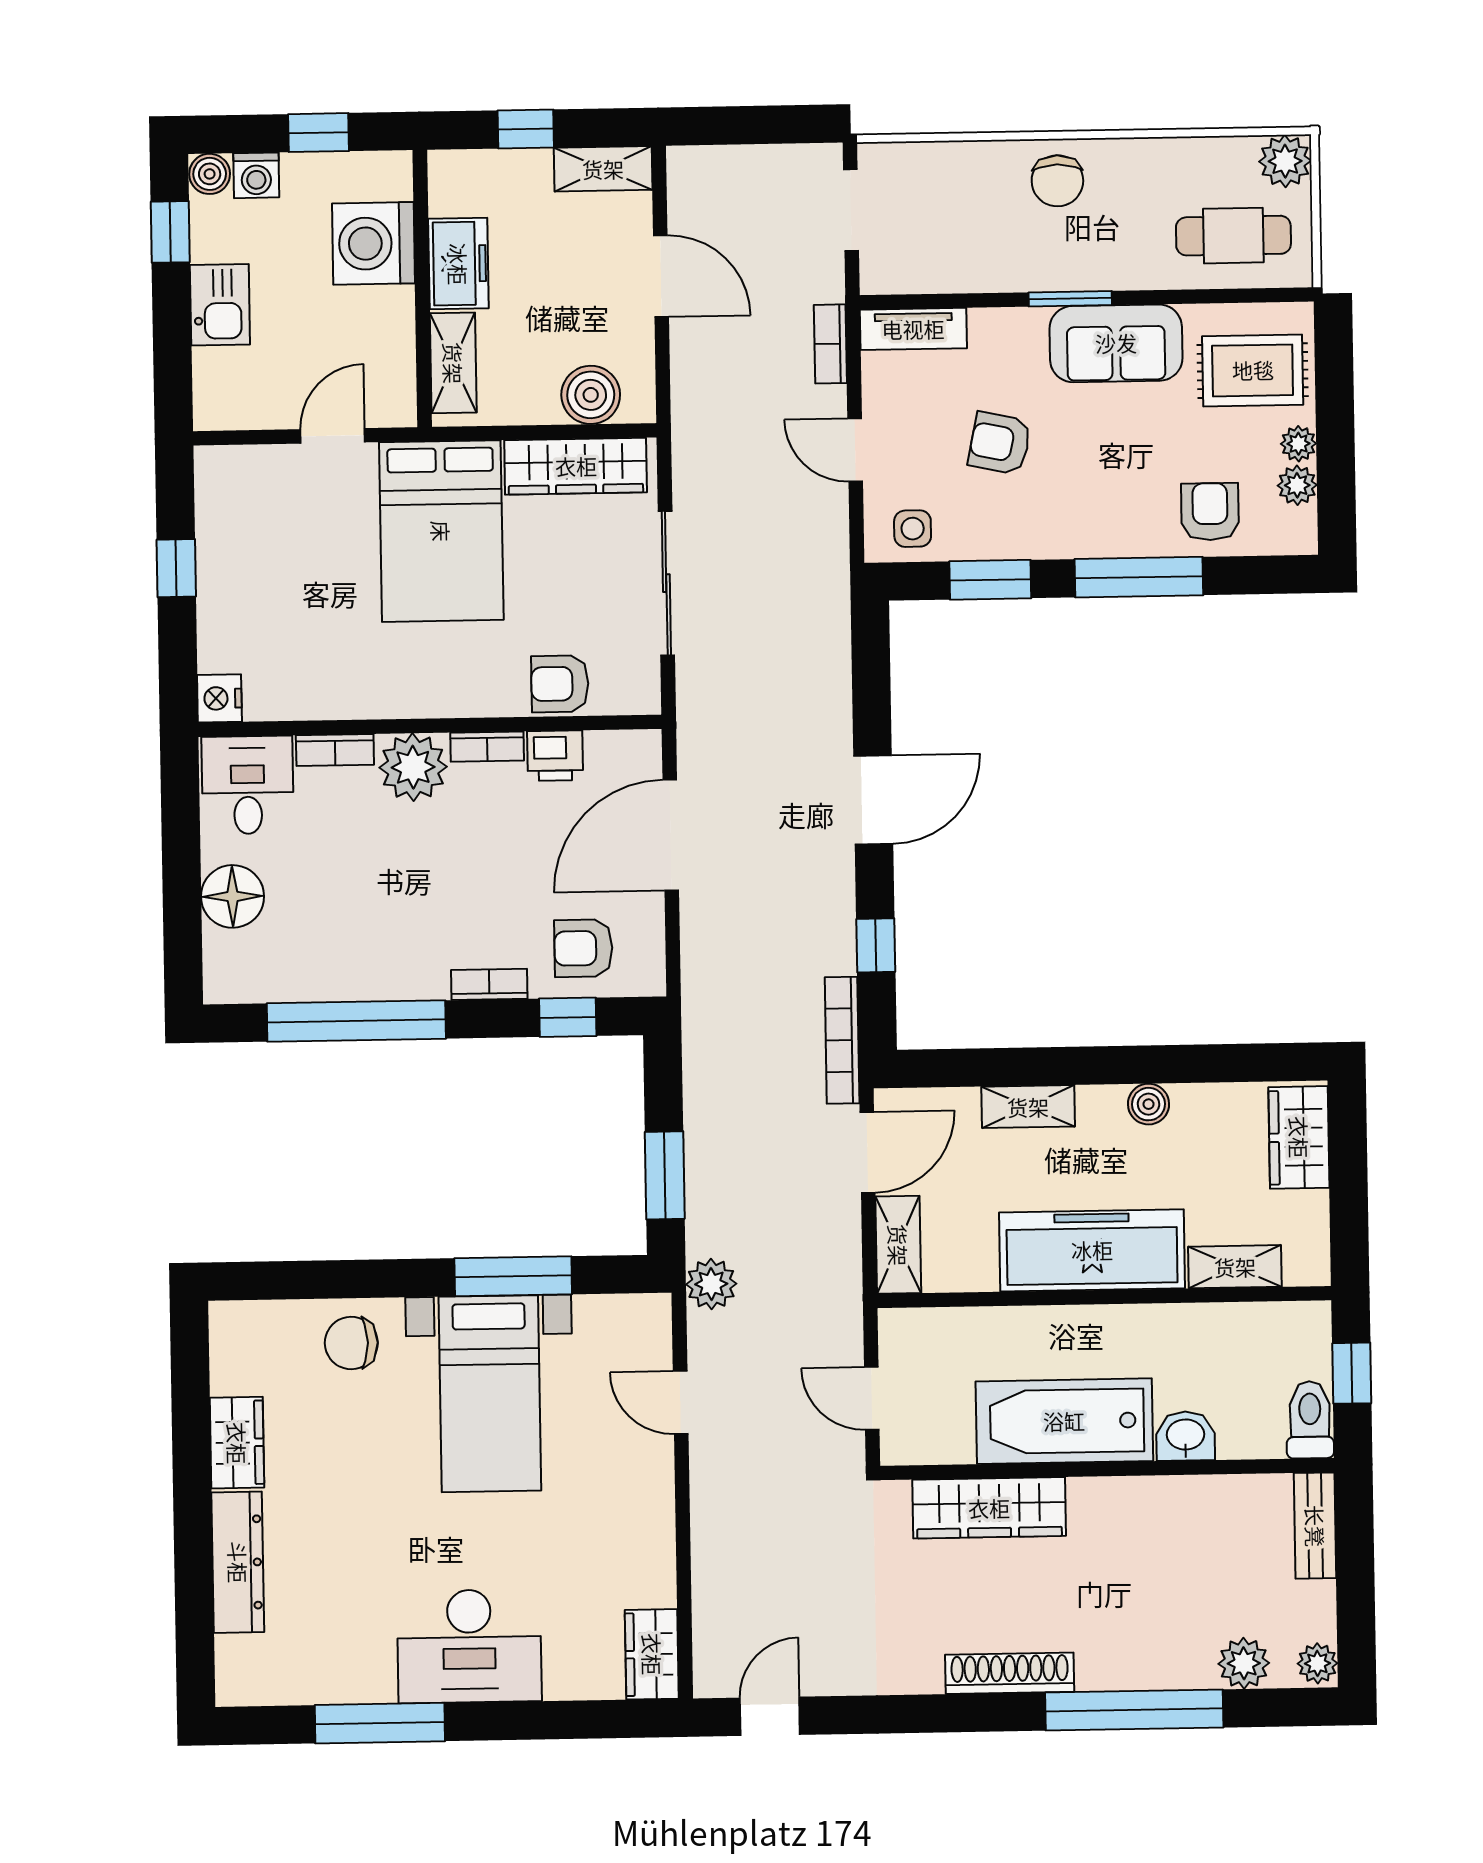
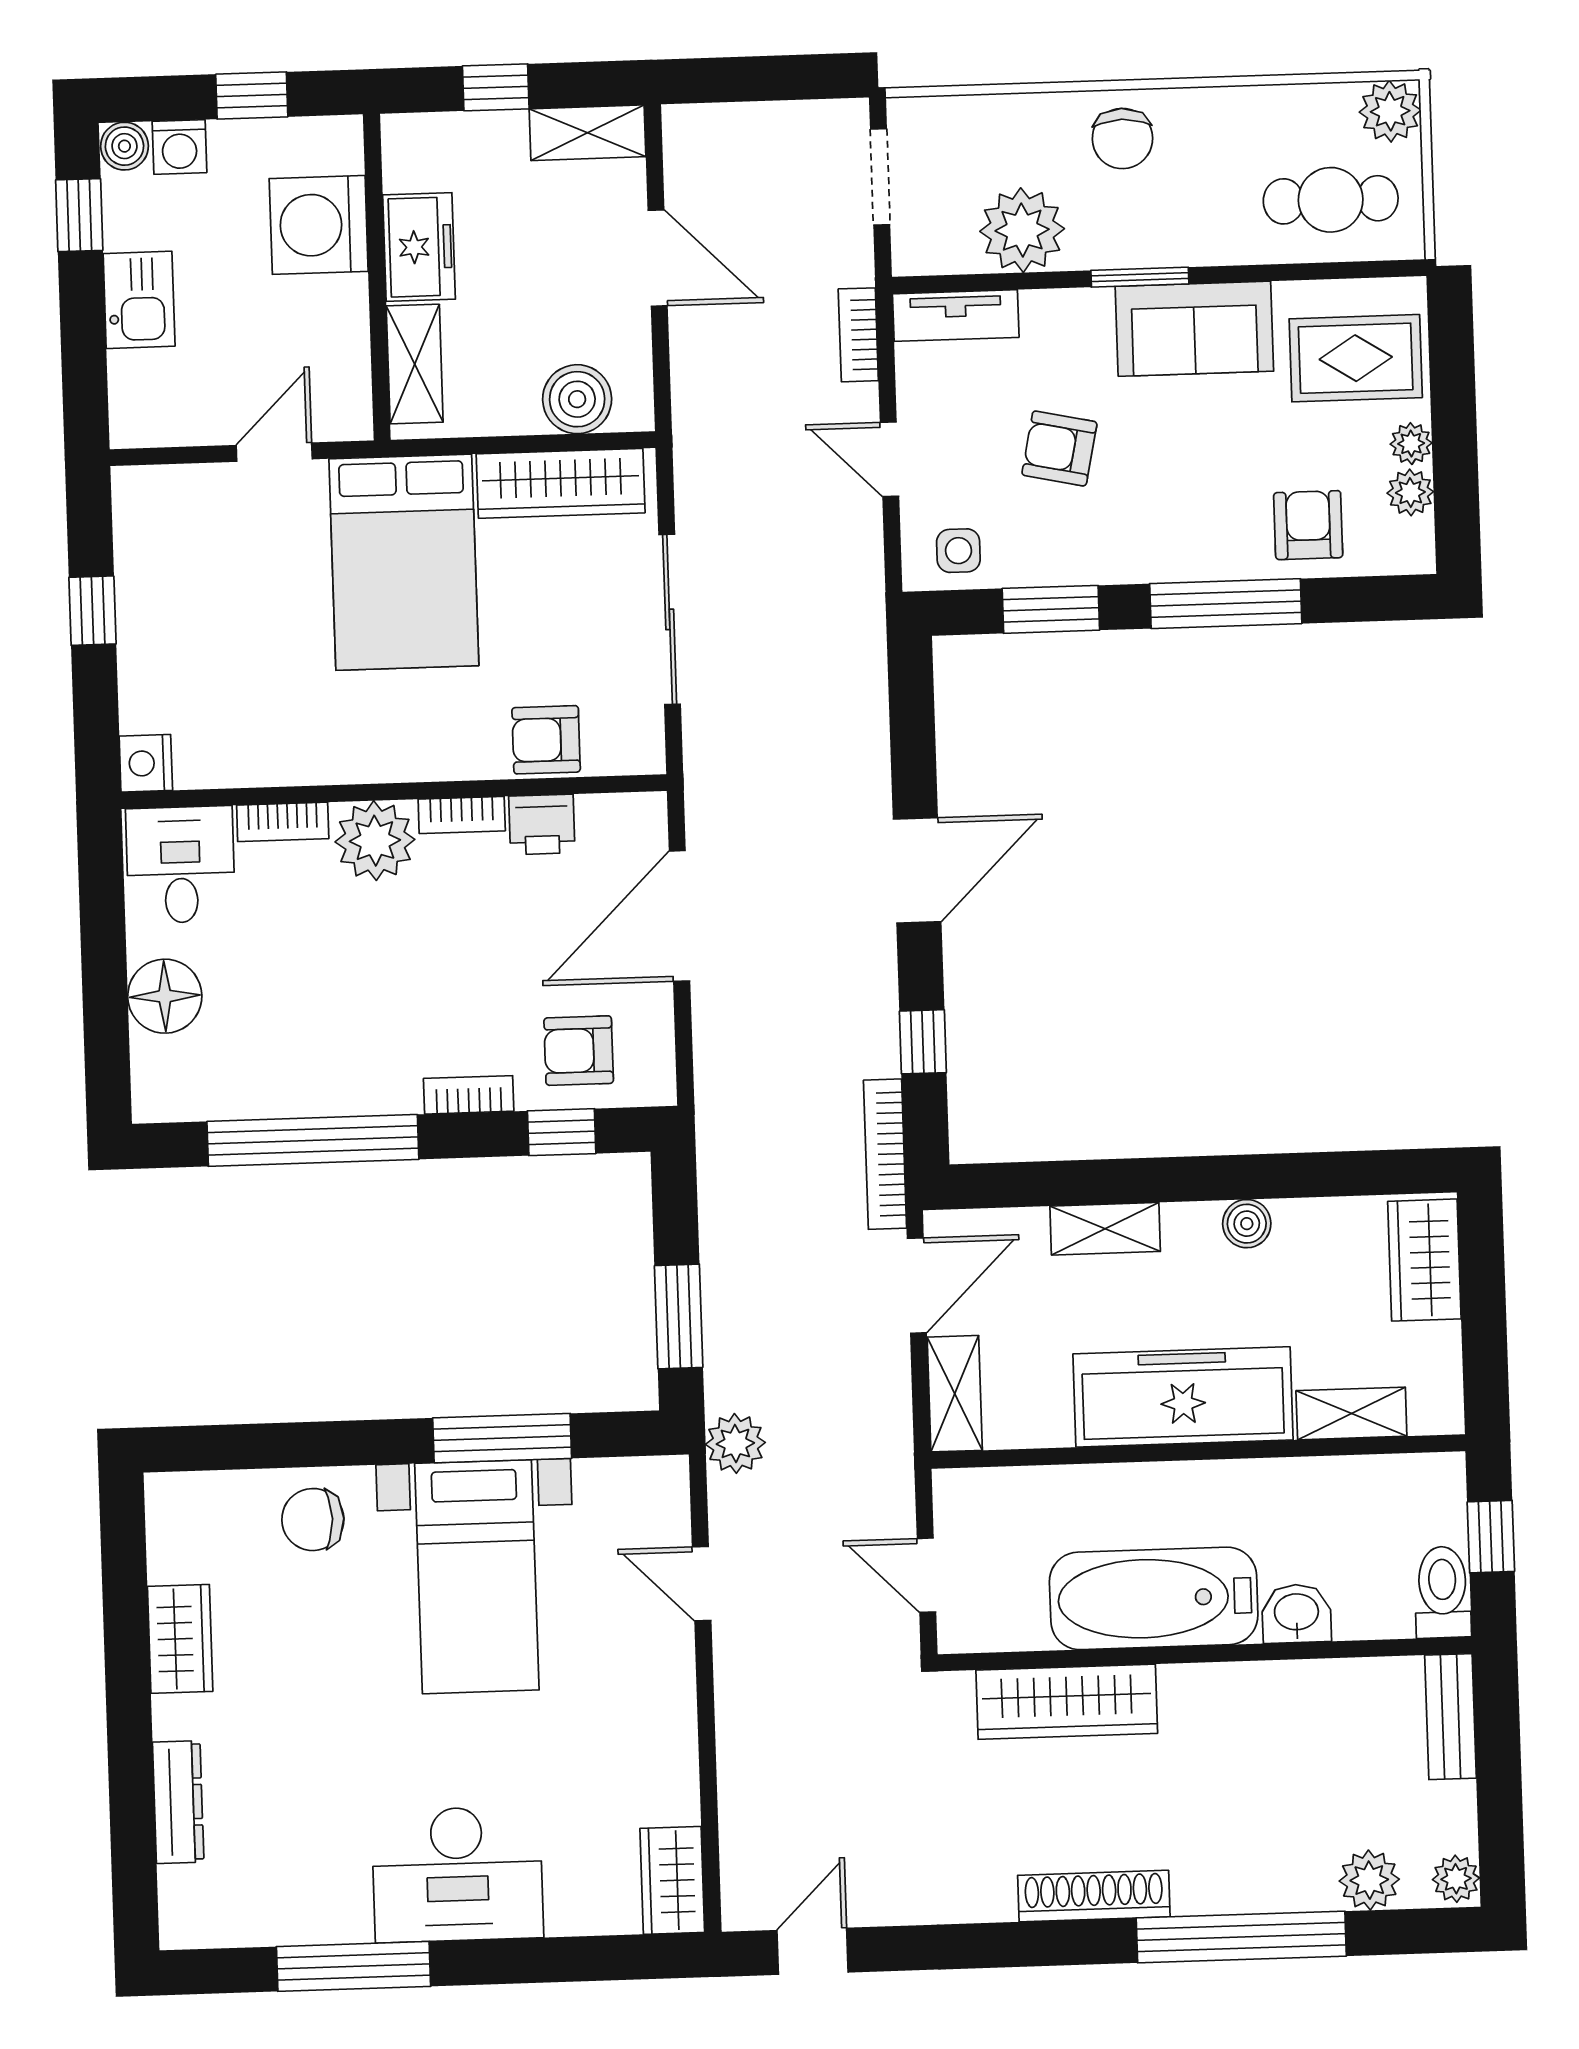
plant: (971, 257) -> (1022, 230), added
dresser: (238, 1562) -> (178, 1802), width x0.73, depth x0.80

